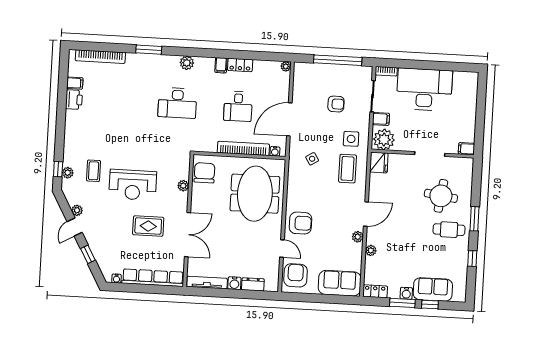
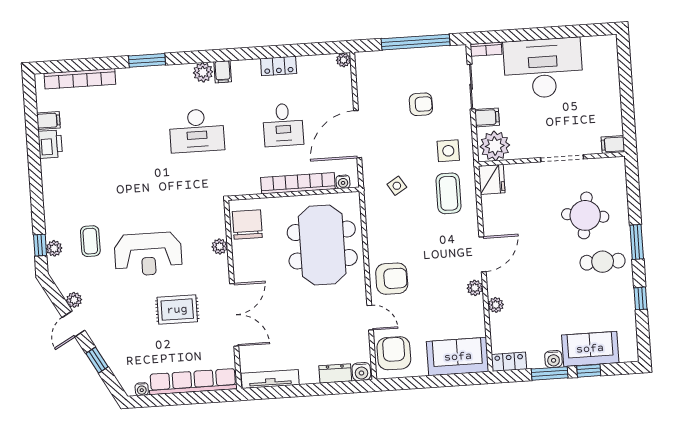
filing cabinet: (221, 65) -> (223, 72), moved
water cooler: (234, 283) -> (361, 372), moved

